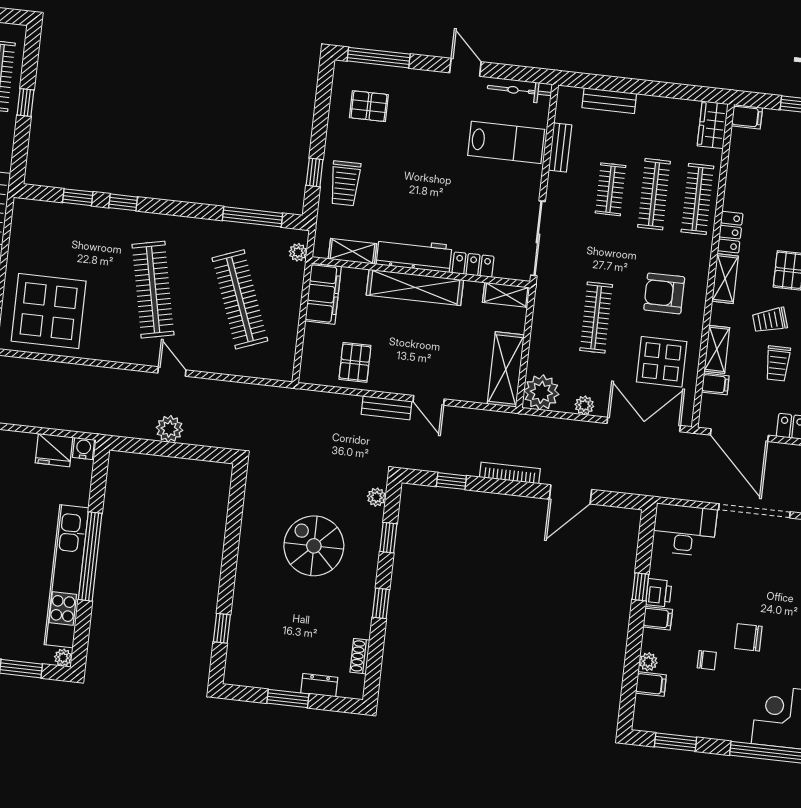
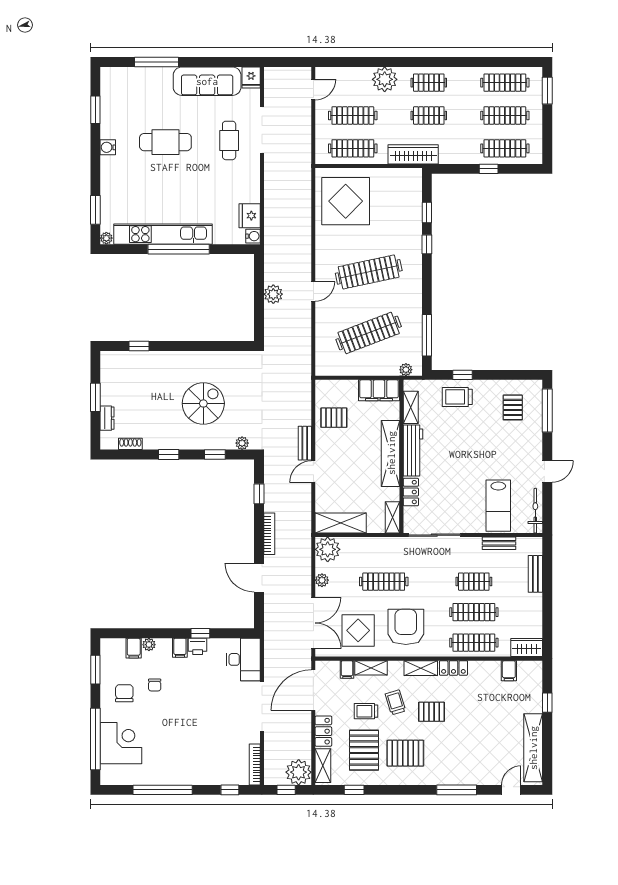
filing cabinet: (747, 117) -> (509, 671), moved
armchair: (664, 293) -> (406, 627), width x1.36, depth x1.36
chair: (748, 637) -> (124, 693), moved

